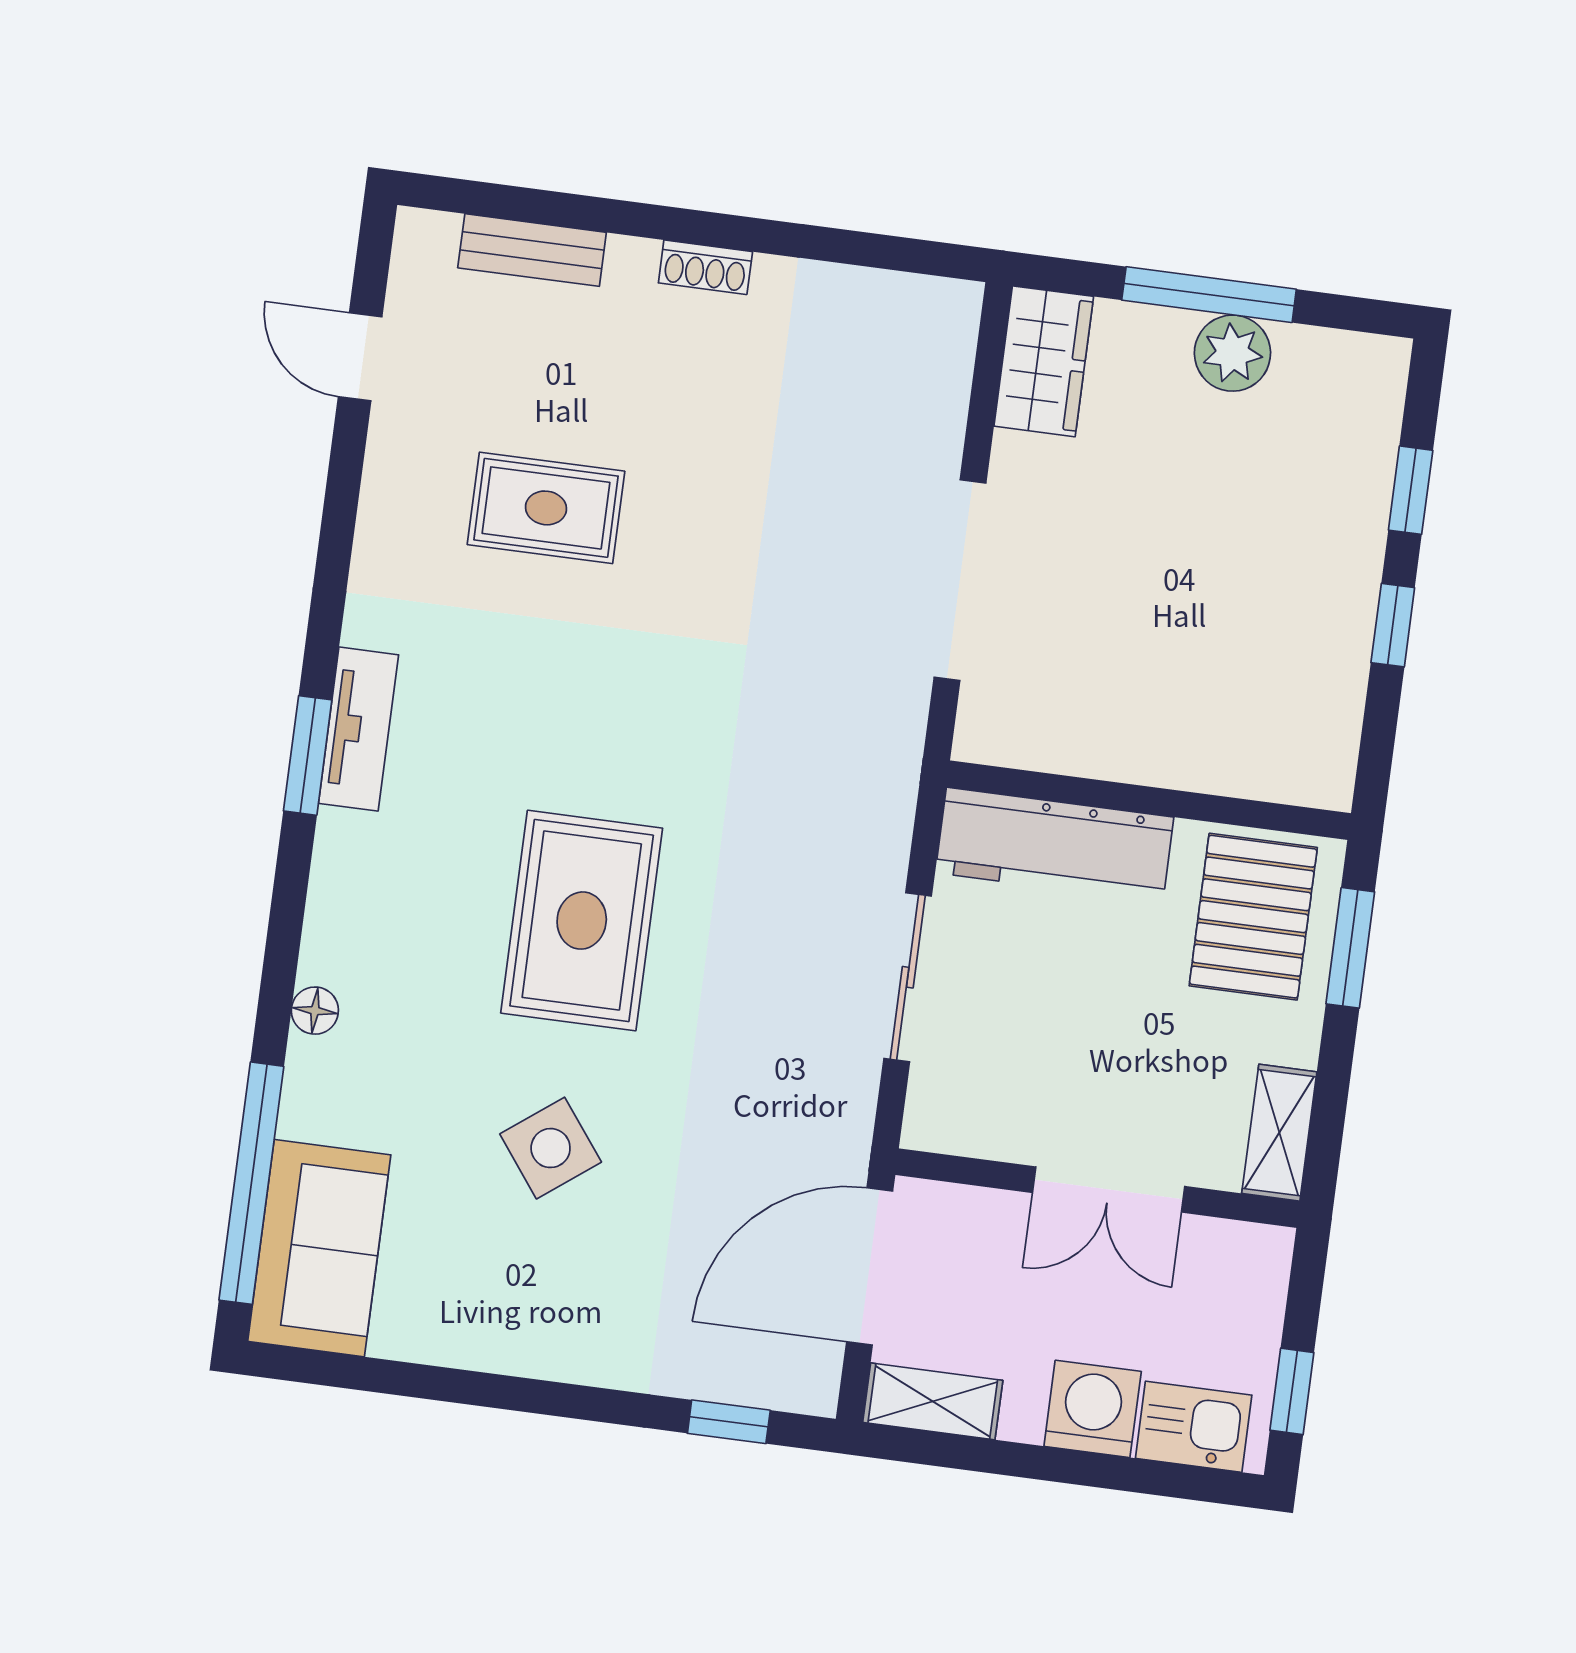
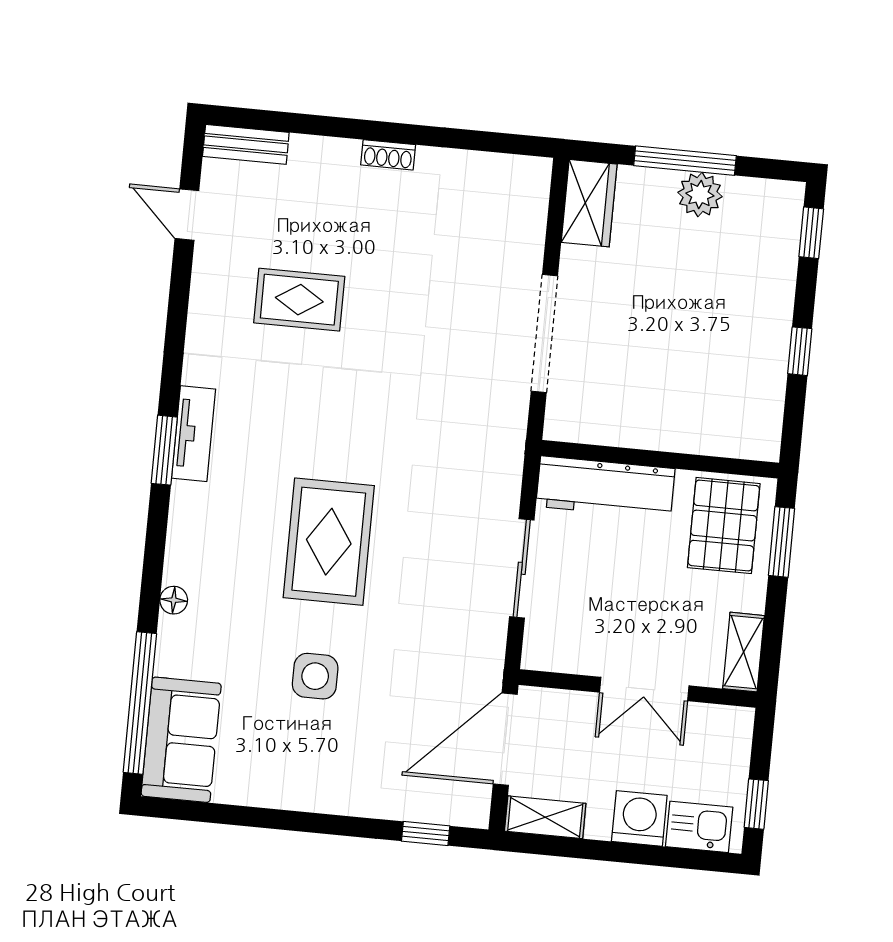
bench: (532, 250) -> (246, 144), moved
window: (1411, 490) -> (811, 233), moved
side table: (551, 1148) -> (315, 676), turned 37

